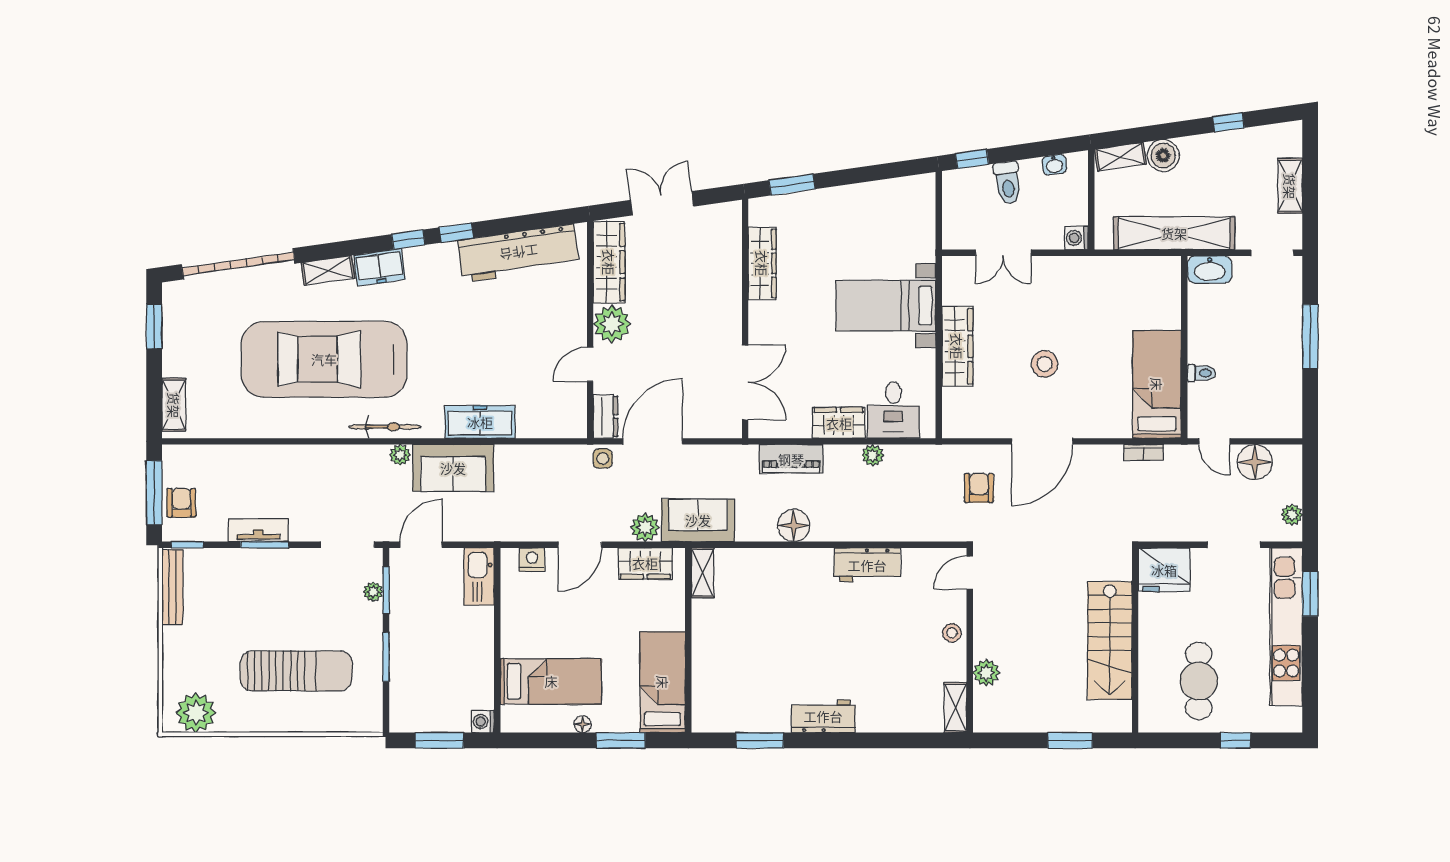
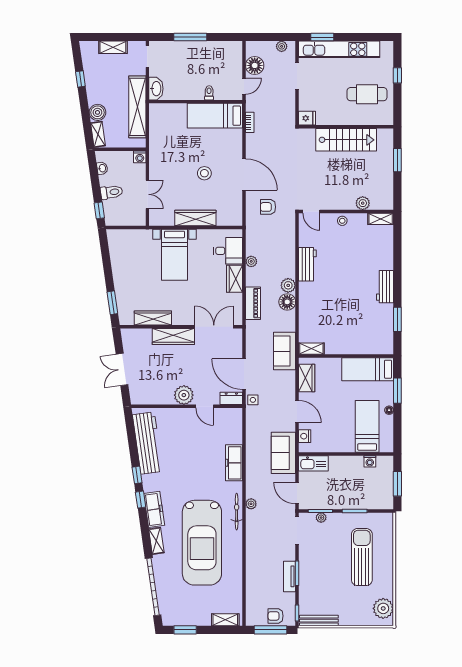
wardrobe: (609, 262) -> (173, 337), moved, turned 180
freezer: (380, 267) -> (154, 509), width x1.40
sofa: (453, 468) -> (283, 453), moved, turned 180
plant: (645, 527) -> (288, 285), moved
fridge: (1164, 570) -> (307, 118), width x0.53, depth x0.75
washing machine: (483, 721) -> (370, 461), moved

